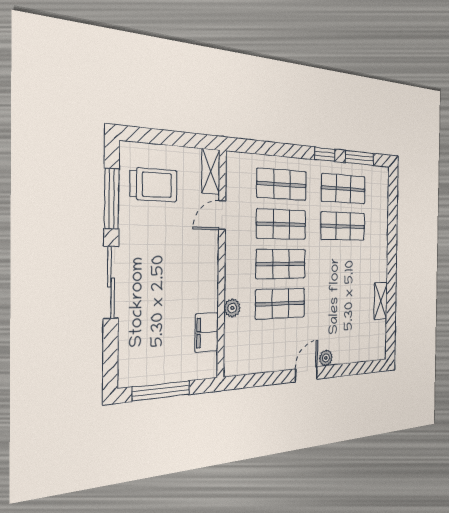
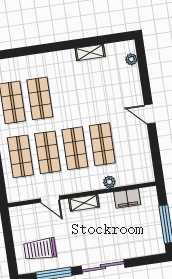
shelving: (211, 171) -> (84, 203), moved
trolley: (154, 185) -> (40, 249), turned -90
plant: (326, 358) -> (131, 59), moved

